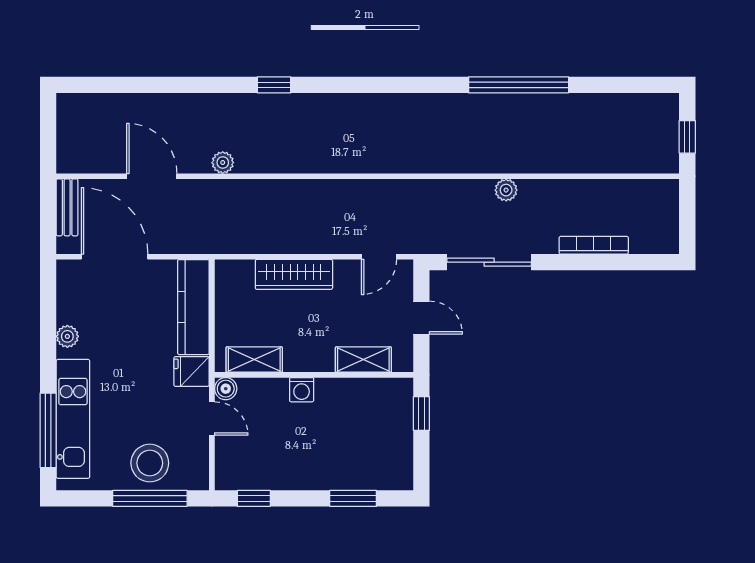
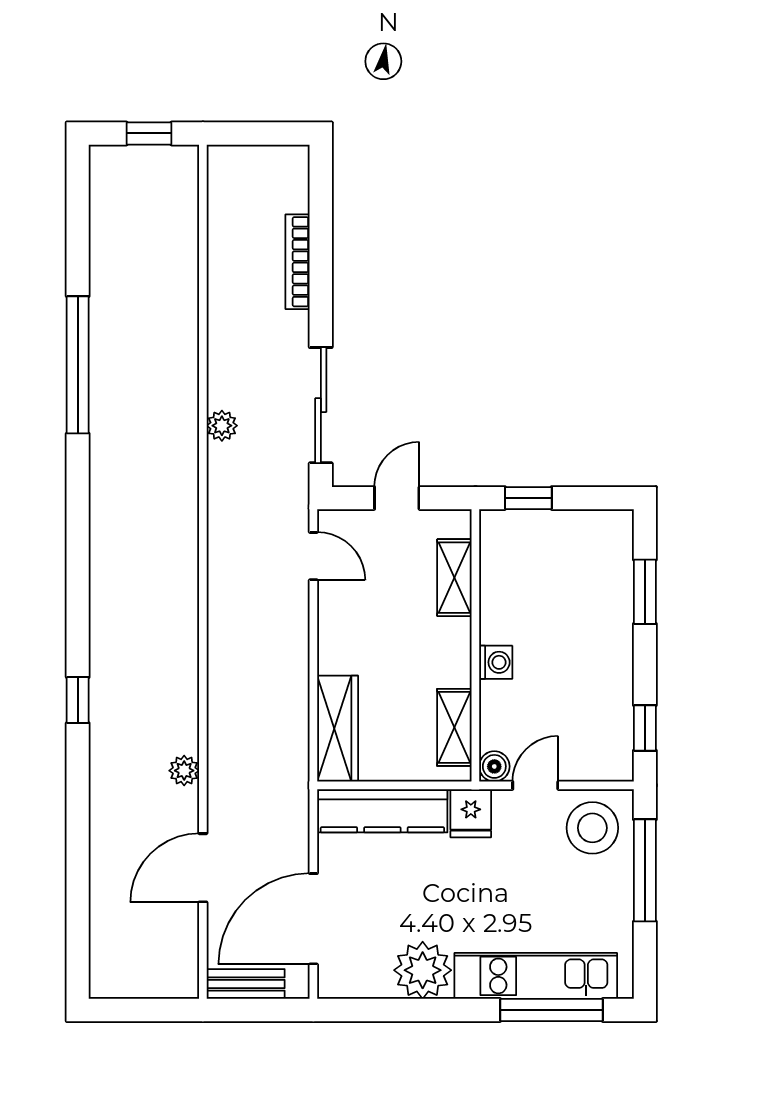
plant: (506, 190) -> (222, 426), moved
wardrobe: (294, 274) -> (338, 729), moved
plant: (67, 336) -> (423, 970), width x1.88, depth x1.88
stool: (150, 463) -> (592, 828), moved

